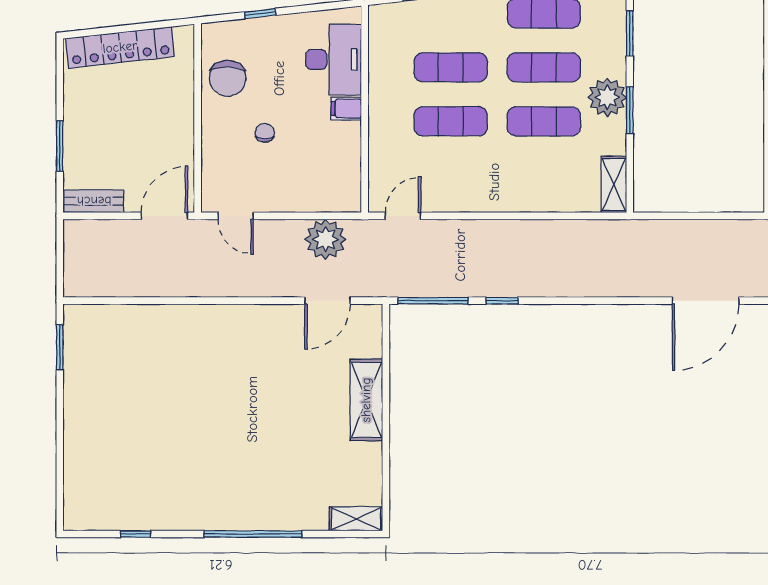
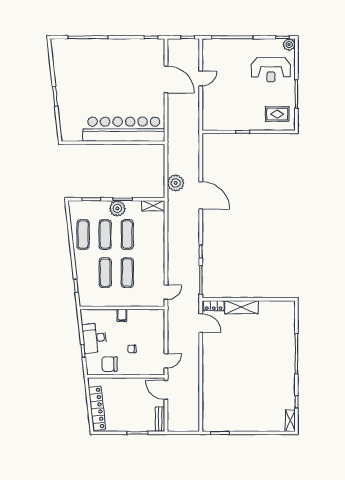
desk: (334, 59) -> (94, 338), moved, turned -96
chair: (228, 78) -> (110, 364), turned 180
door: (403, 216) -> (166, 292), swing flipped
plant: (325, 239) -> (176, 183), moved
door: (706, 301) -> (201, 195), moved
locker: (370, 332) -> (214, 306), added
shelving: (356, 519) -> (290, 421), moved

